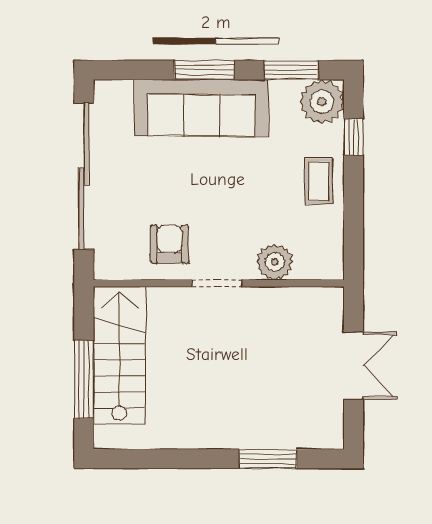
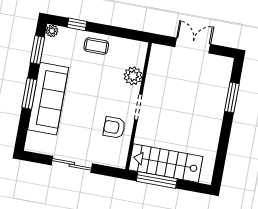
plant: (322, 102) -> (52, 31), width x0.53, depth x0.53
sliding door: (84, 176) -> (72, 164), width x0.54
window: (84, 379) -> (157, 180), moved

